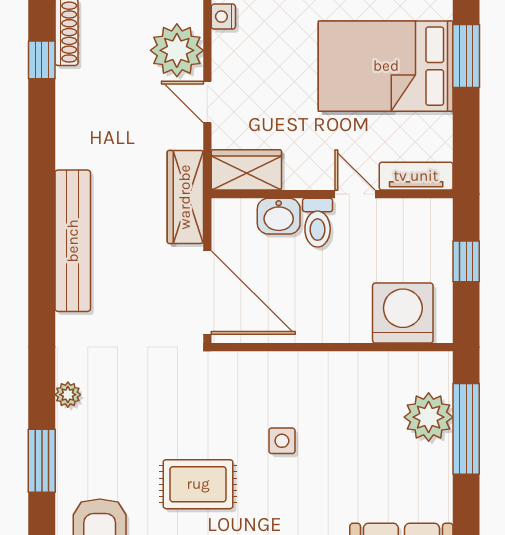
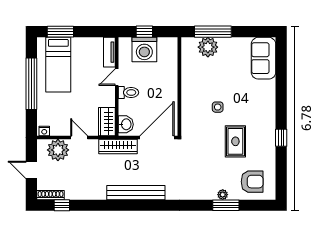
bed: (386, 66) -> (58, 65), width x0.67
door: (207, 102) -> (79, 138), swing flipped
washbasin: (279, 216) -> (126, 124), moved
washing machine: (403, 313) -> (144, 49), moved, turned -90
plant: (68, 395) -> (223, 195), moved

